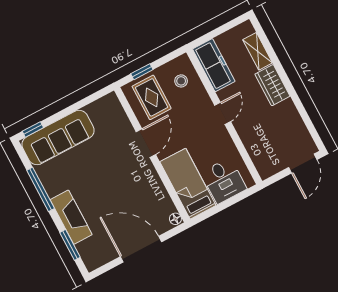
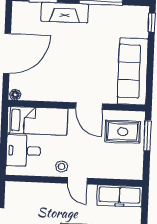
window: (142, 72) -> (147, 136), width x1.50
stool: (181, 81) -> (62, 166), moved
sofa: (58, 137) -> (133, 71), moved

